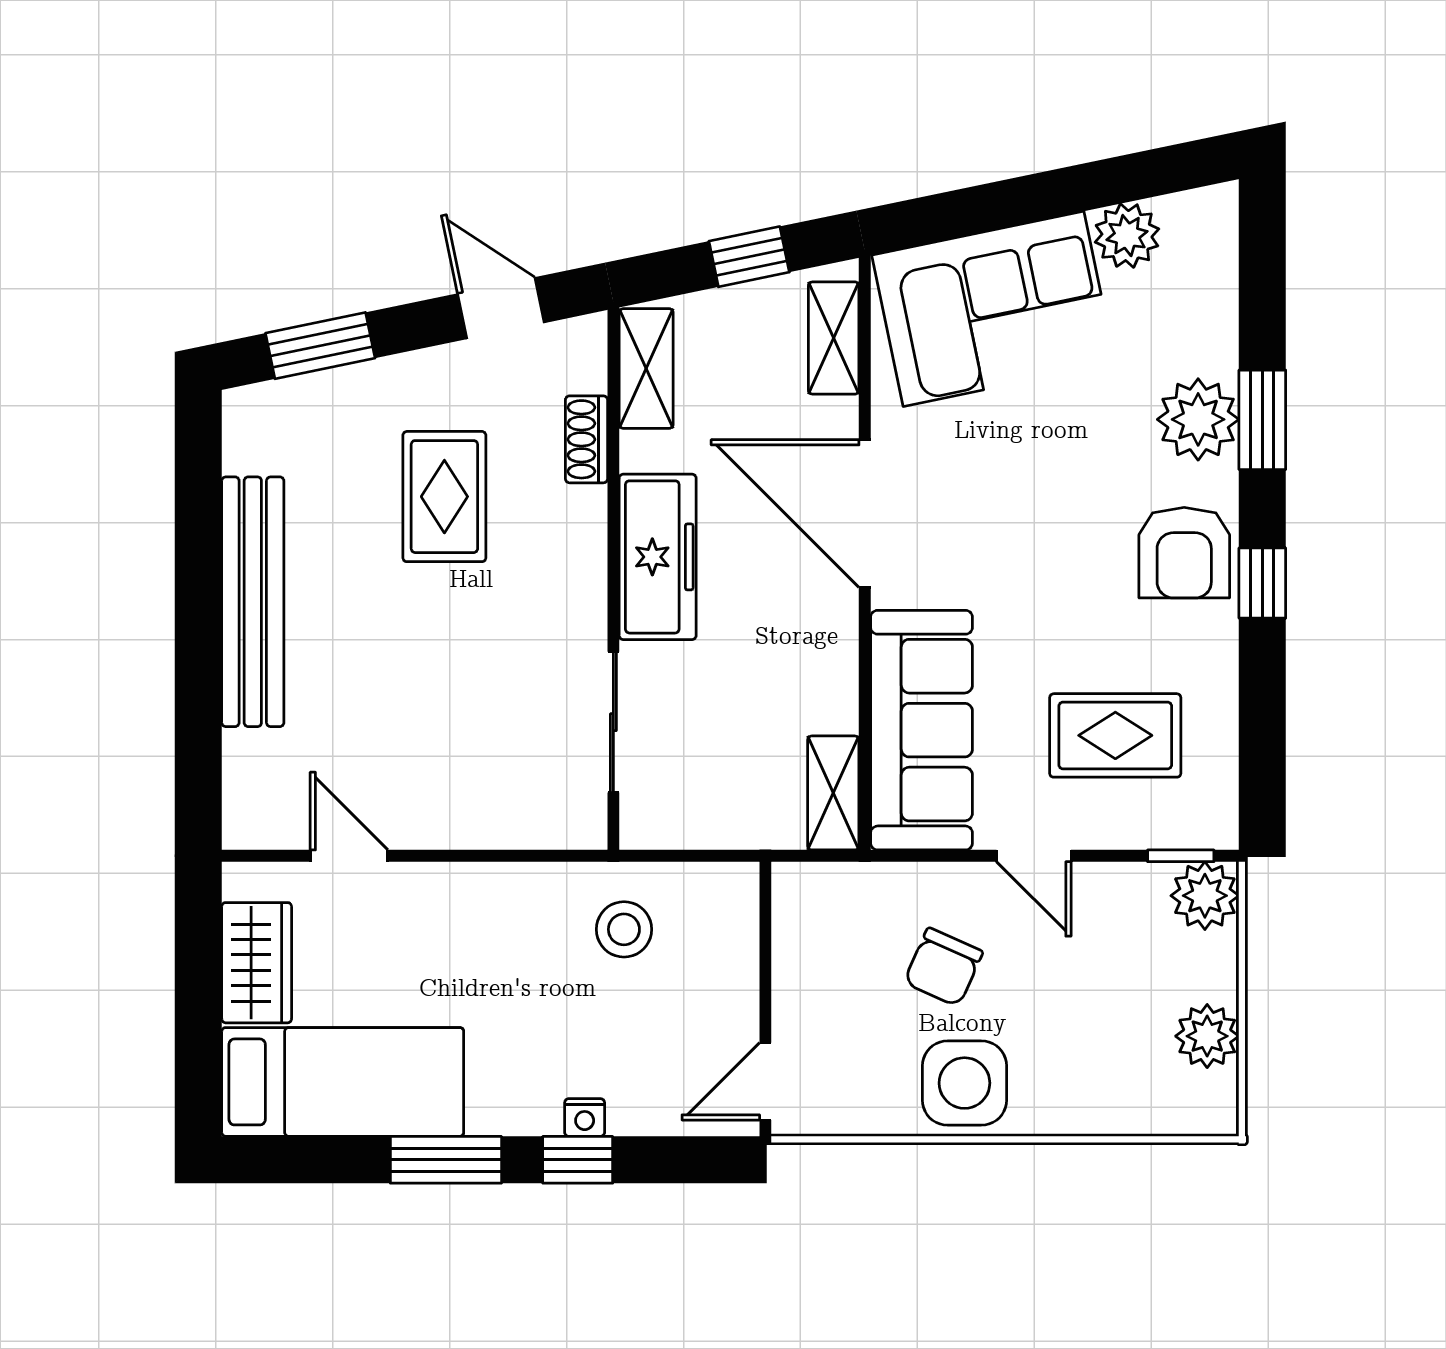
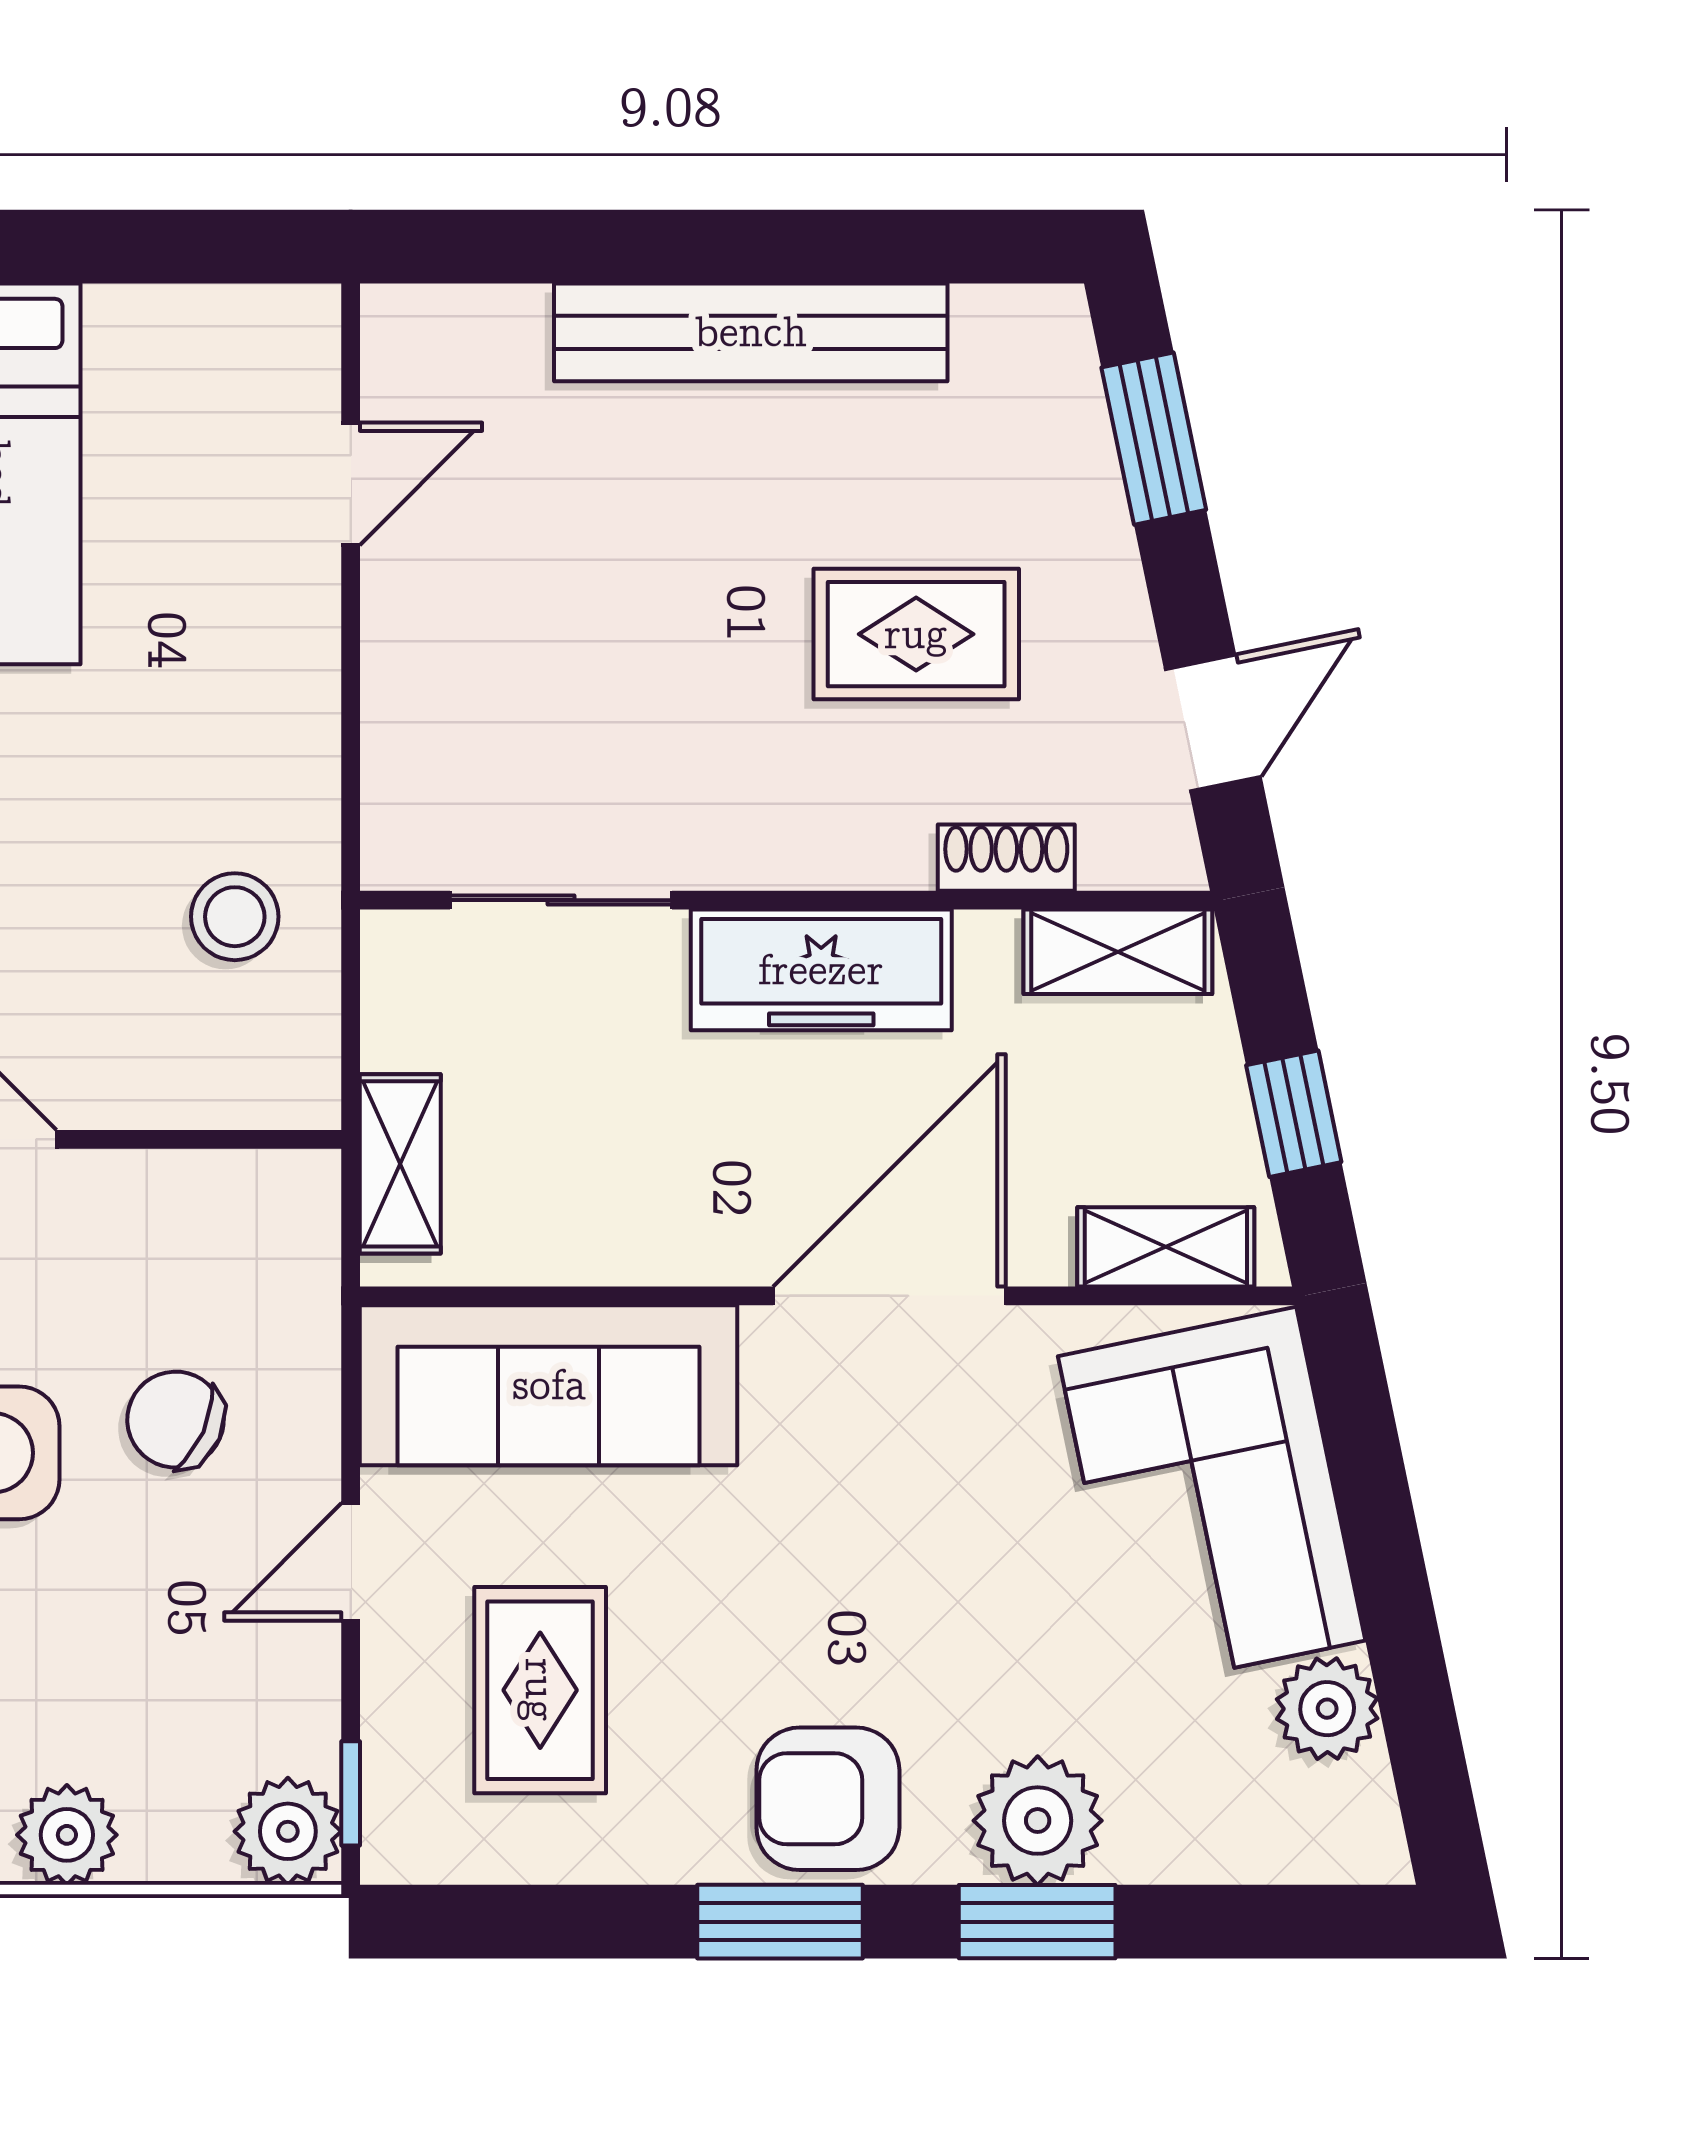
window: (1262, 583) -> (780, 1922), width x1.50
shelving: (833, 793) -> (400, 1164), moved, turned 90
wardrobe: (257, 963) -> (182, 338), removed

